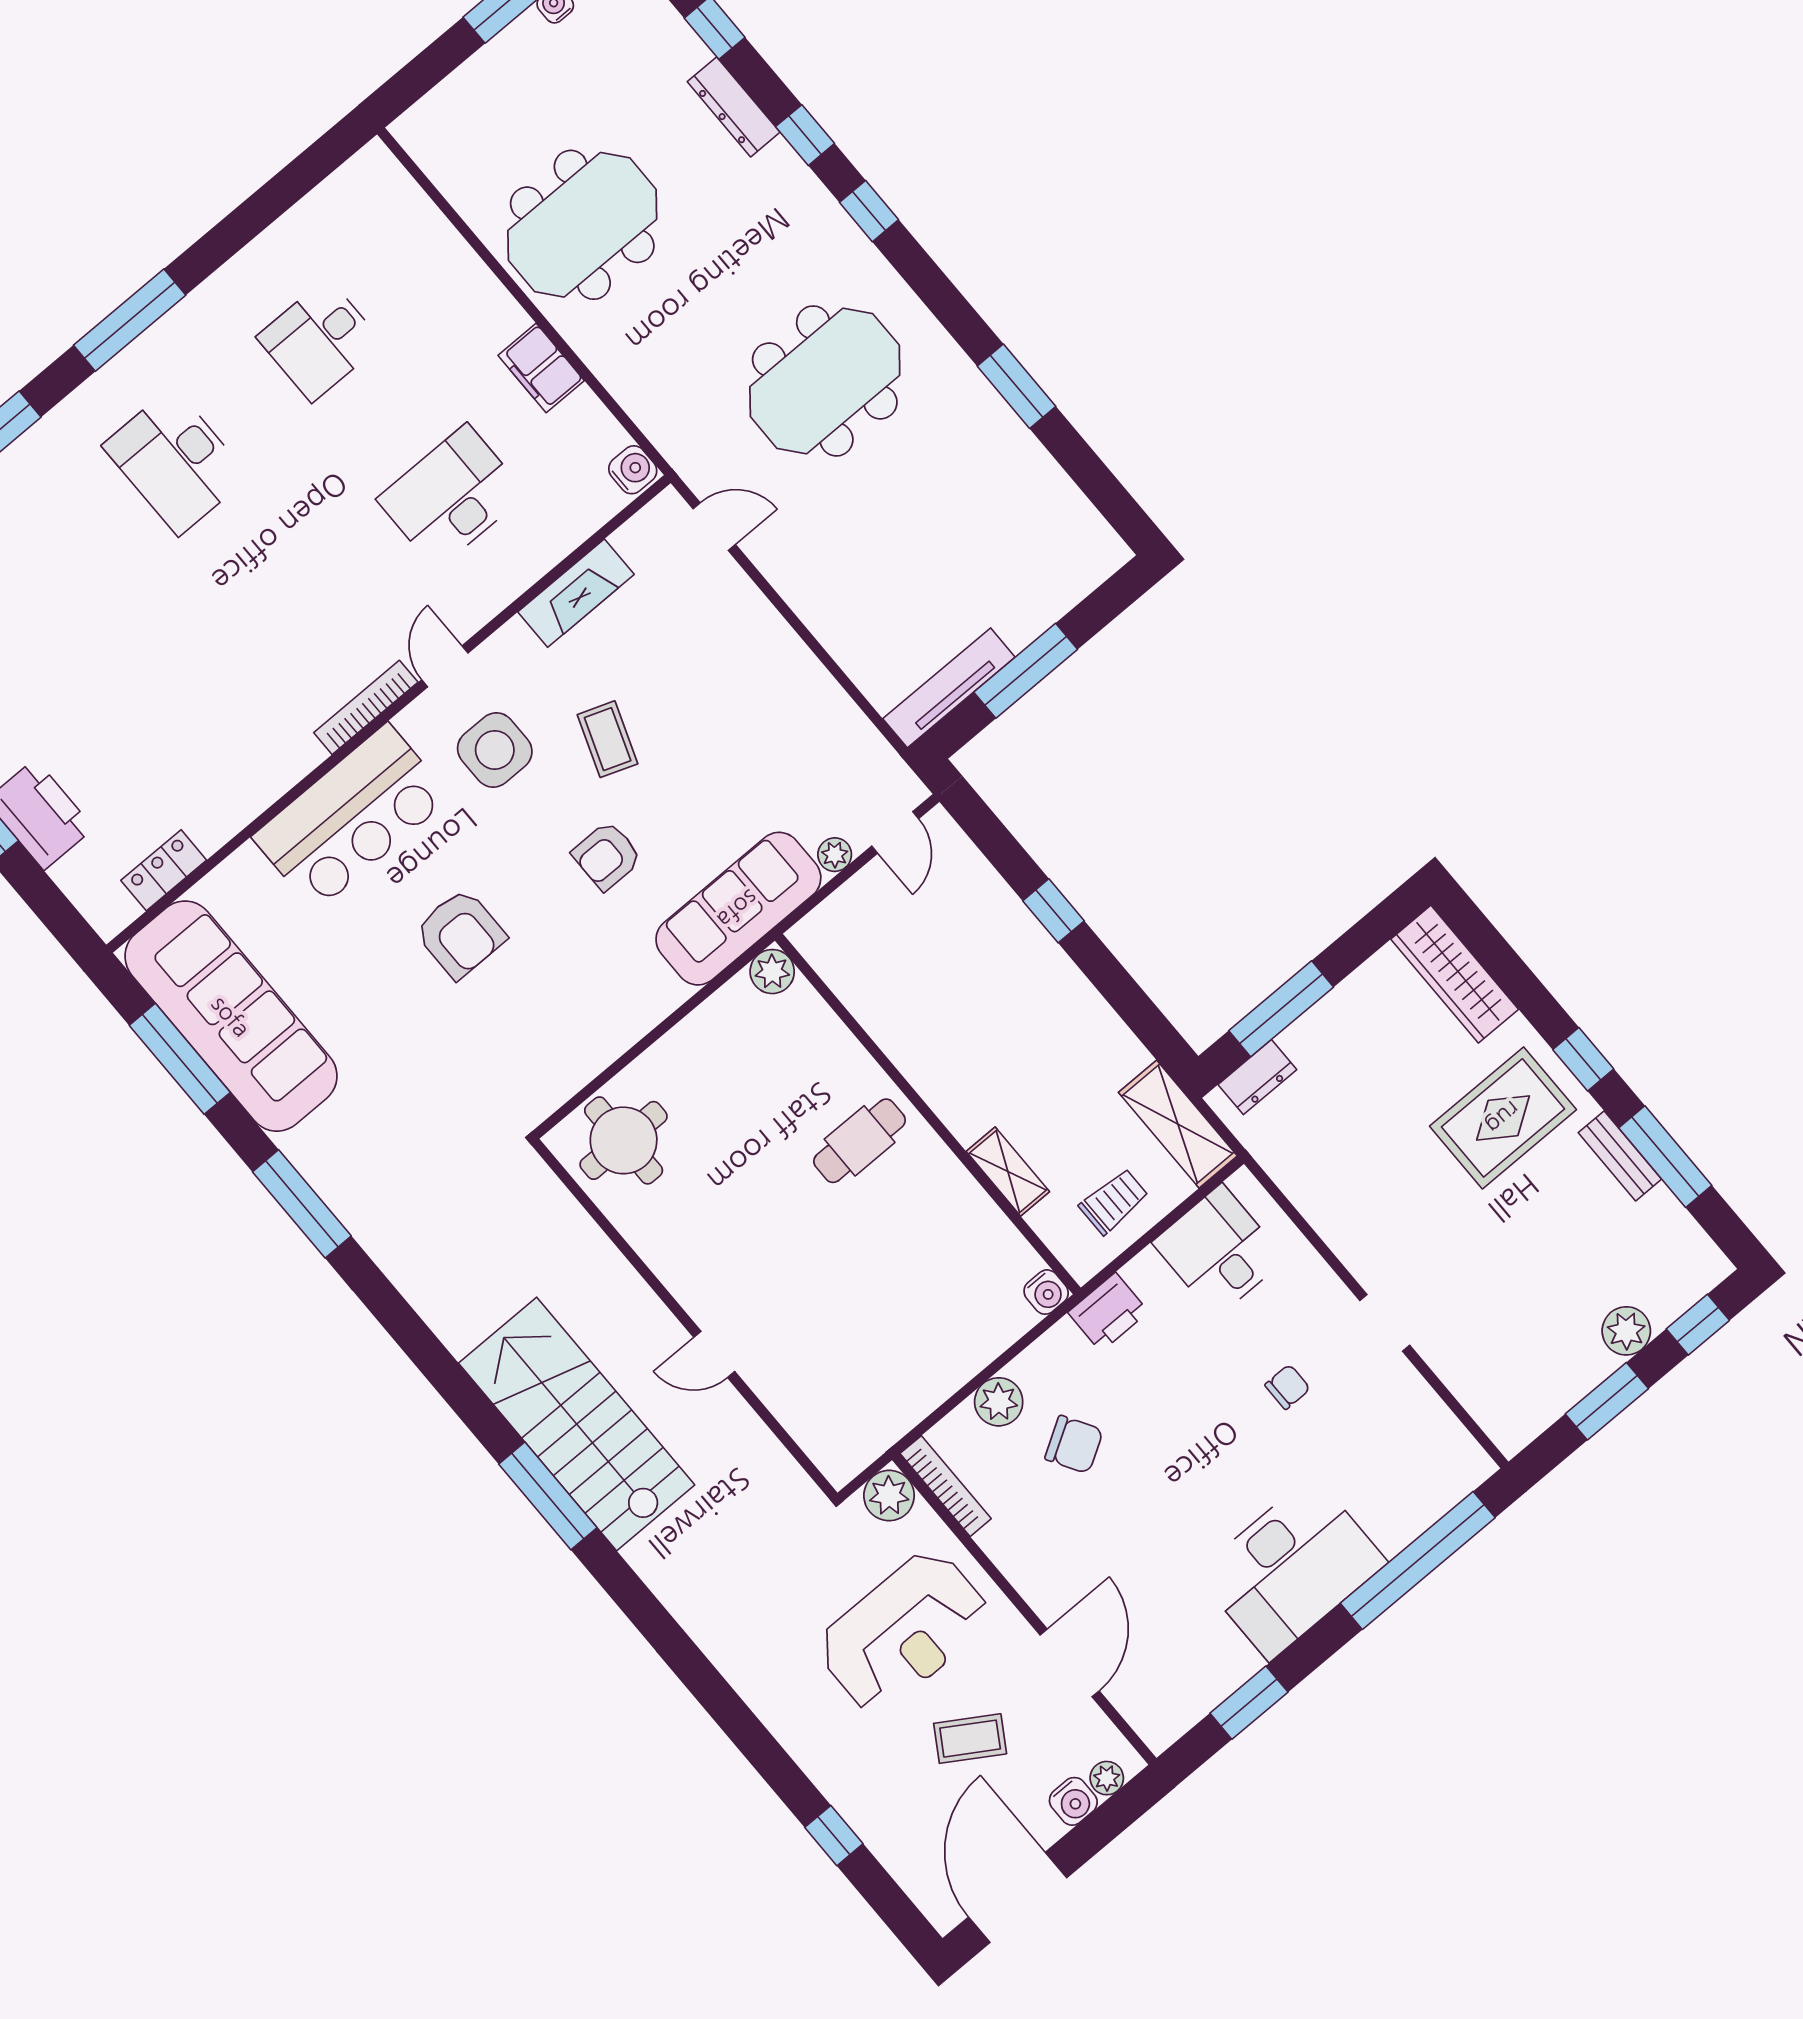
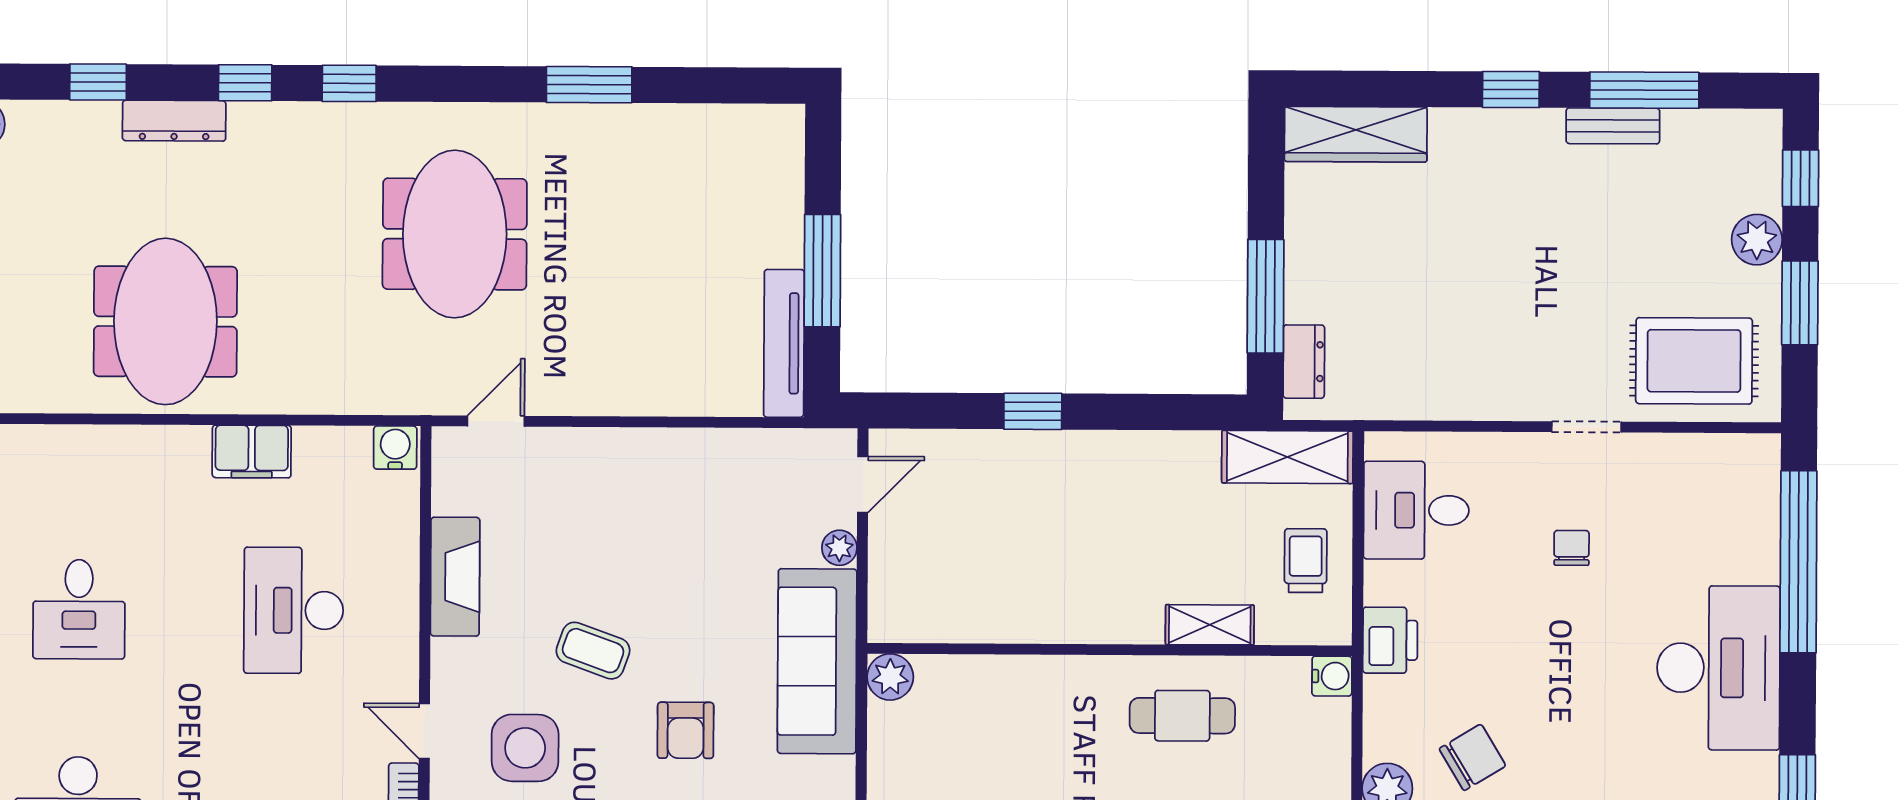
door: (895, 832) -> (863, 484), hinge flipped
rug: (1503, 1118) -> (1694, 361), moved, turned 90
cafe table: (860, 1141) -> (1182, 716), moved, turned 90

